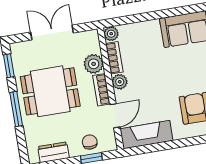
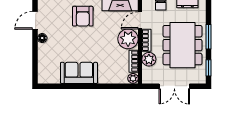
plant: (120, 82) -> (128, 39), width x1.88, depth x1.88
dining table: (50, 91) -> (182, 45), width x1.38

